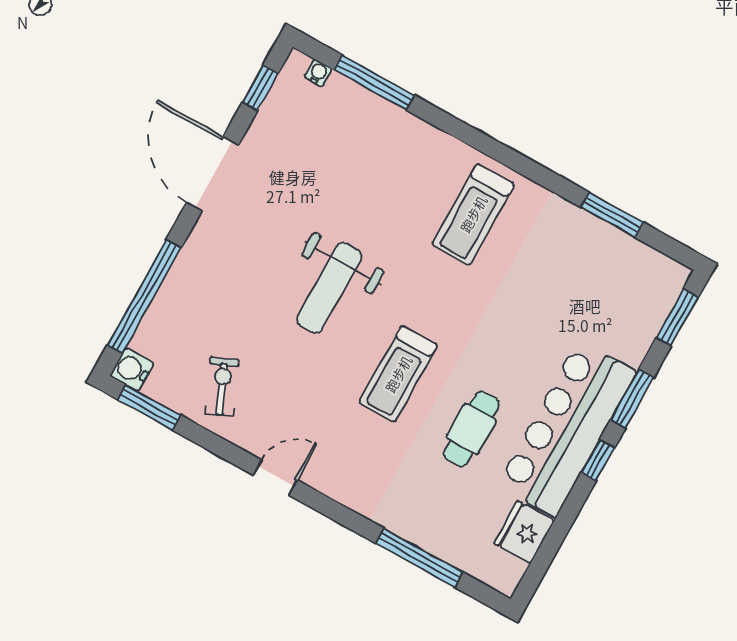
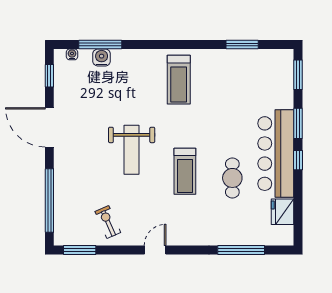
water cooler: (132, 369) -> (102, 57), moved, turned 90

